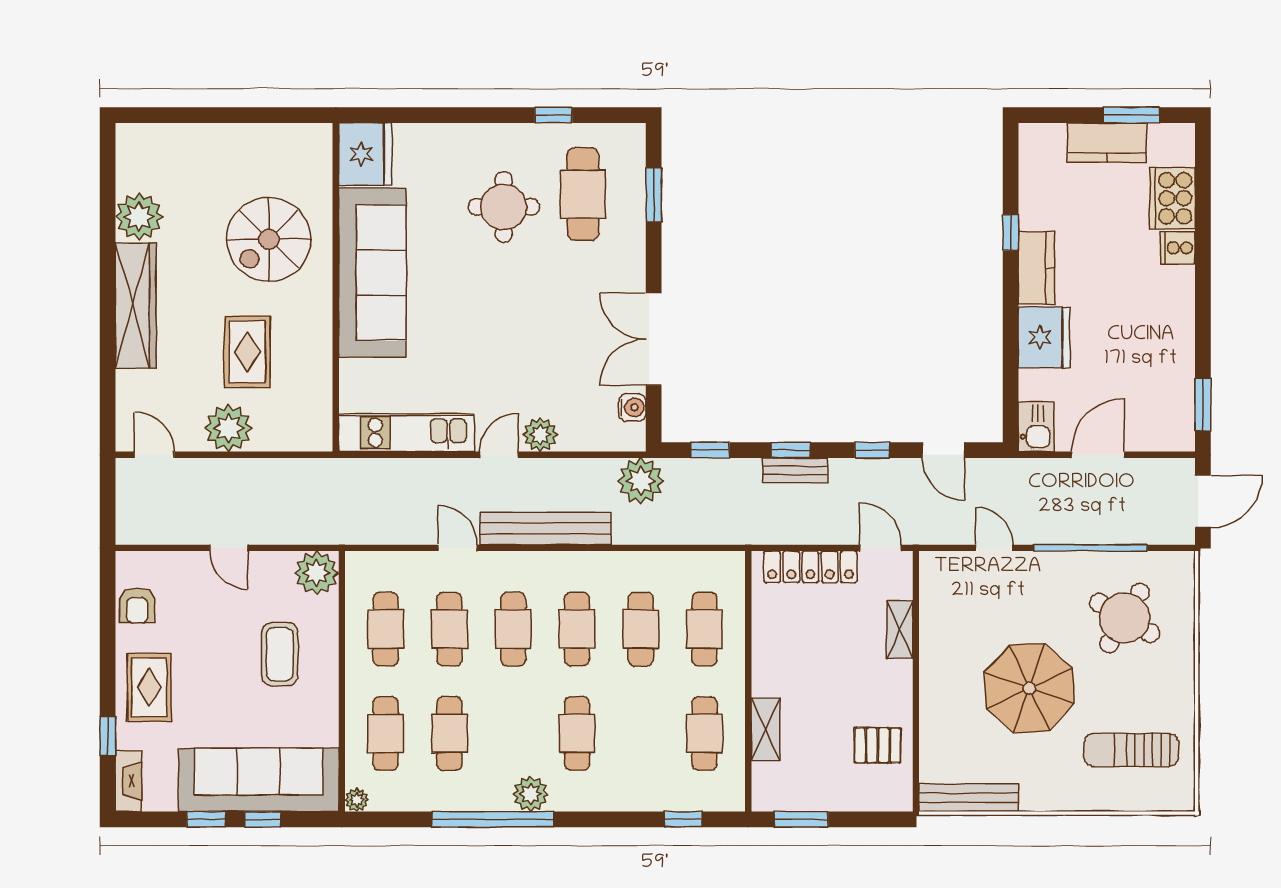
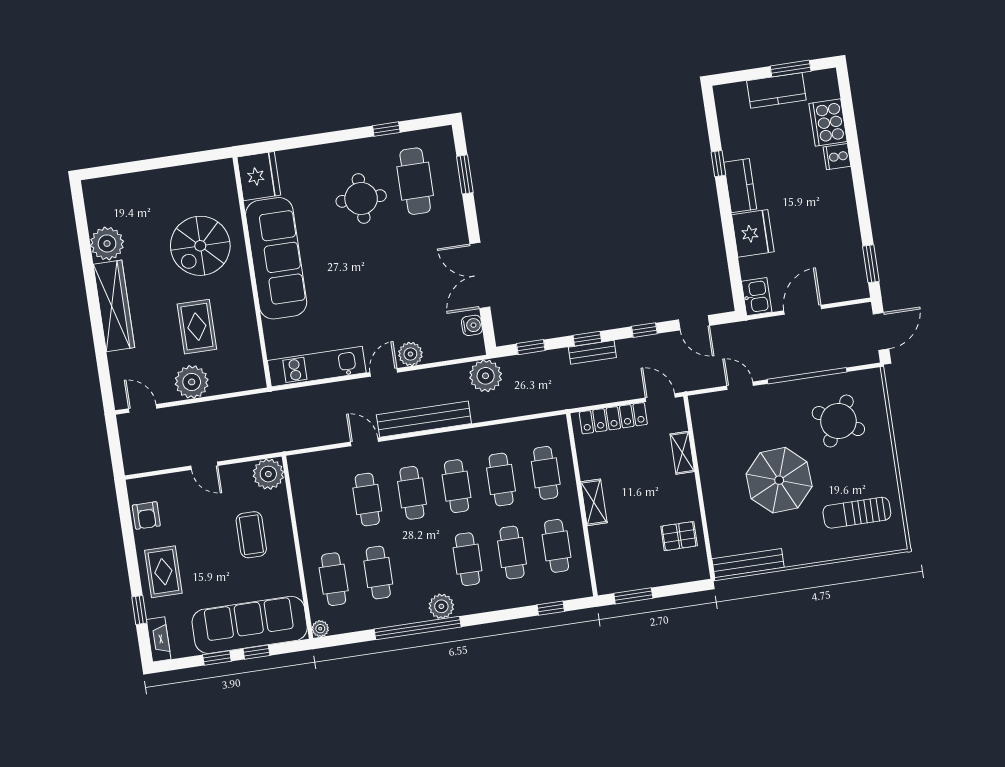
cafe table: (386, 629) -> (512, 553), moved
shelving: (766, 730) -> (594, 502), moved

